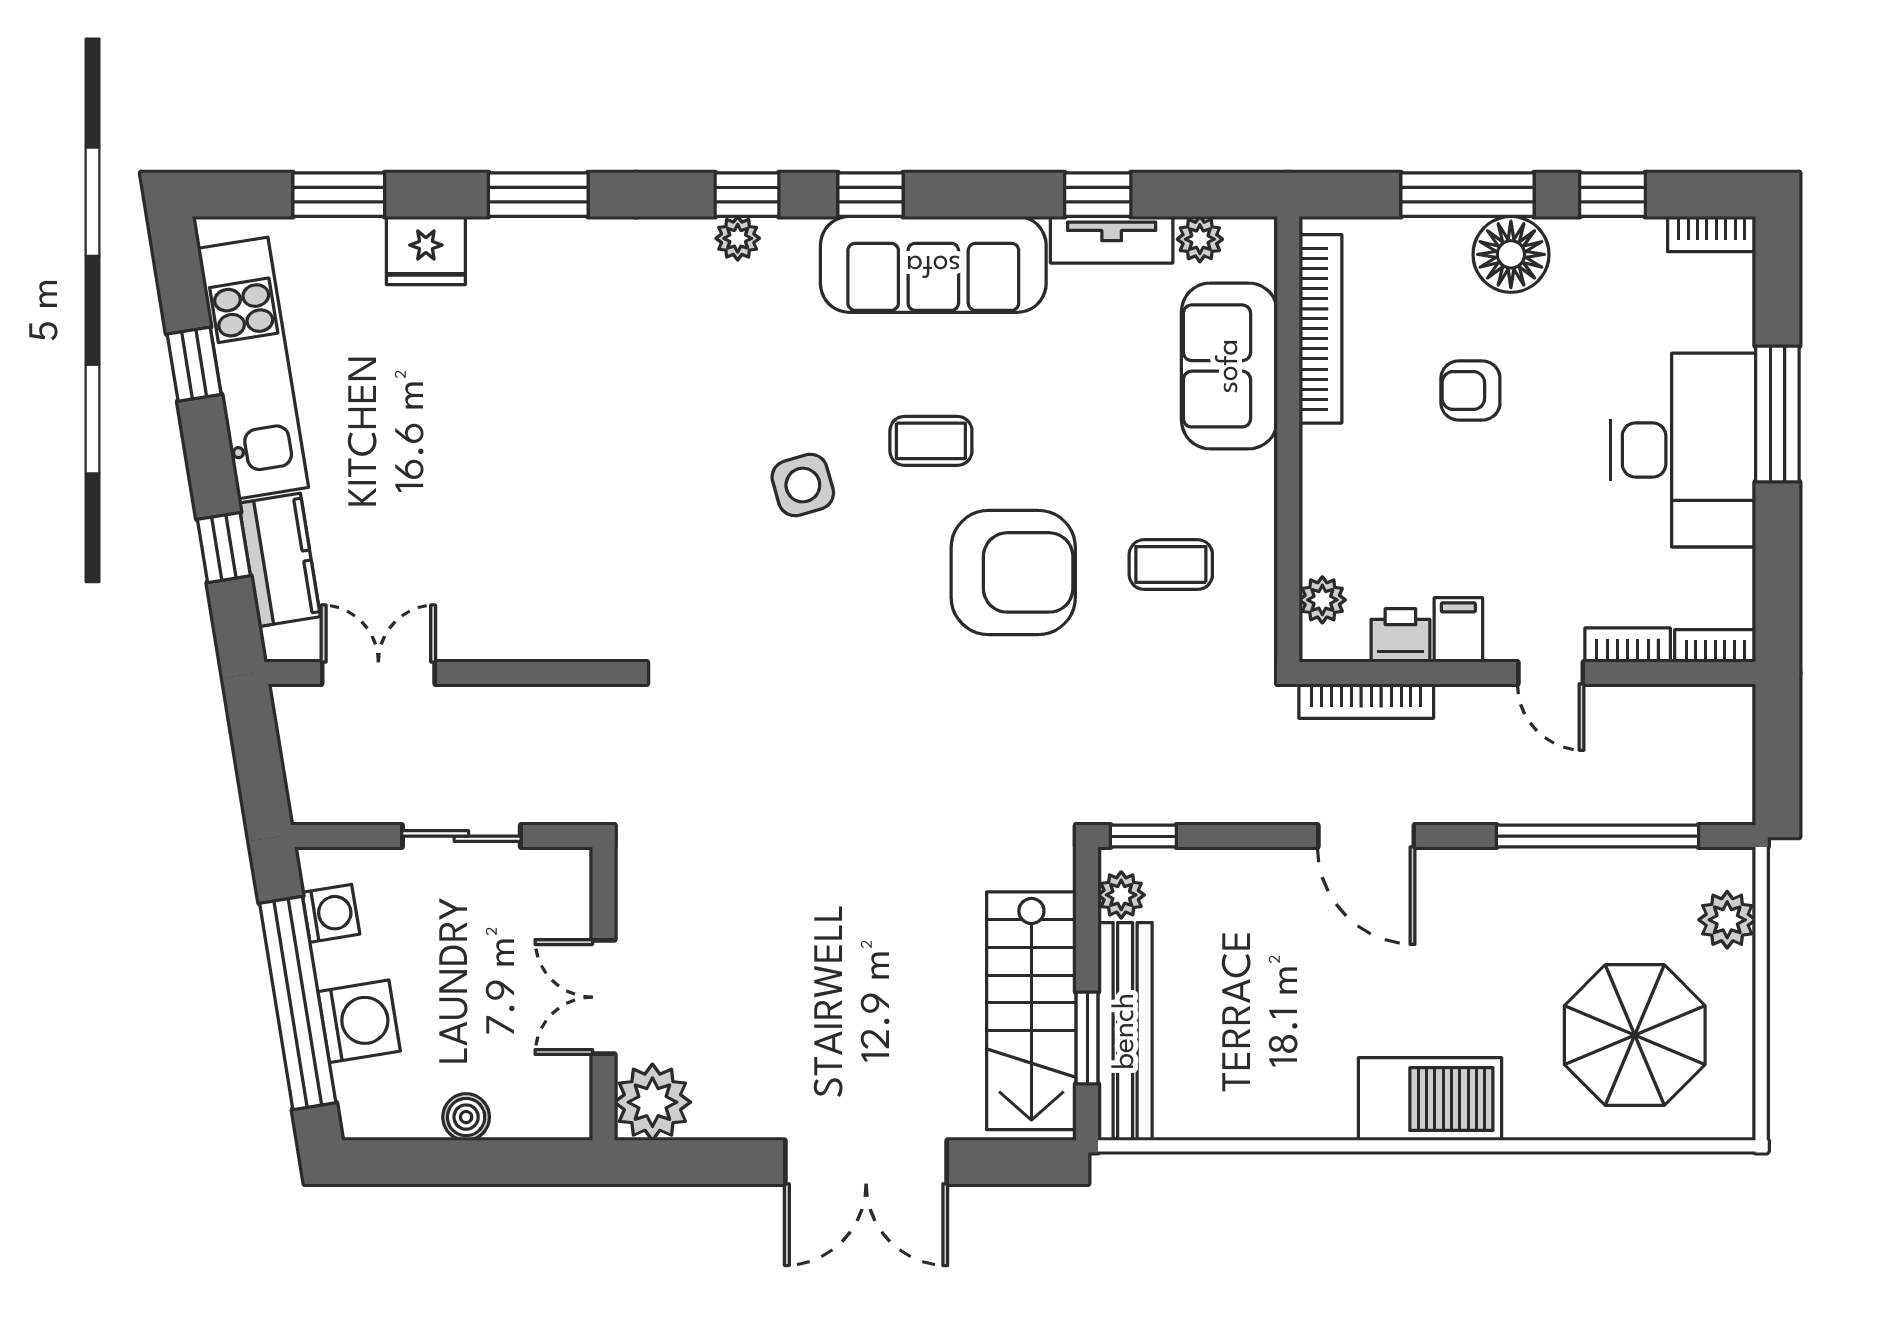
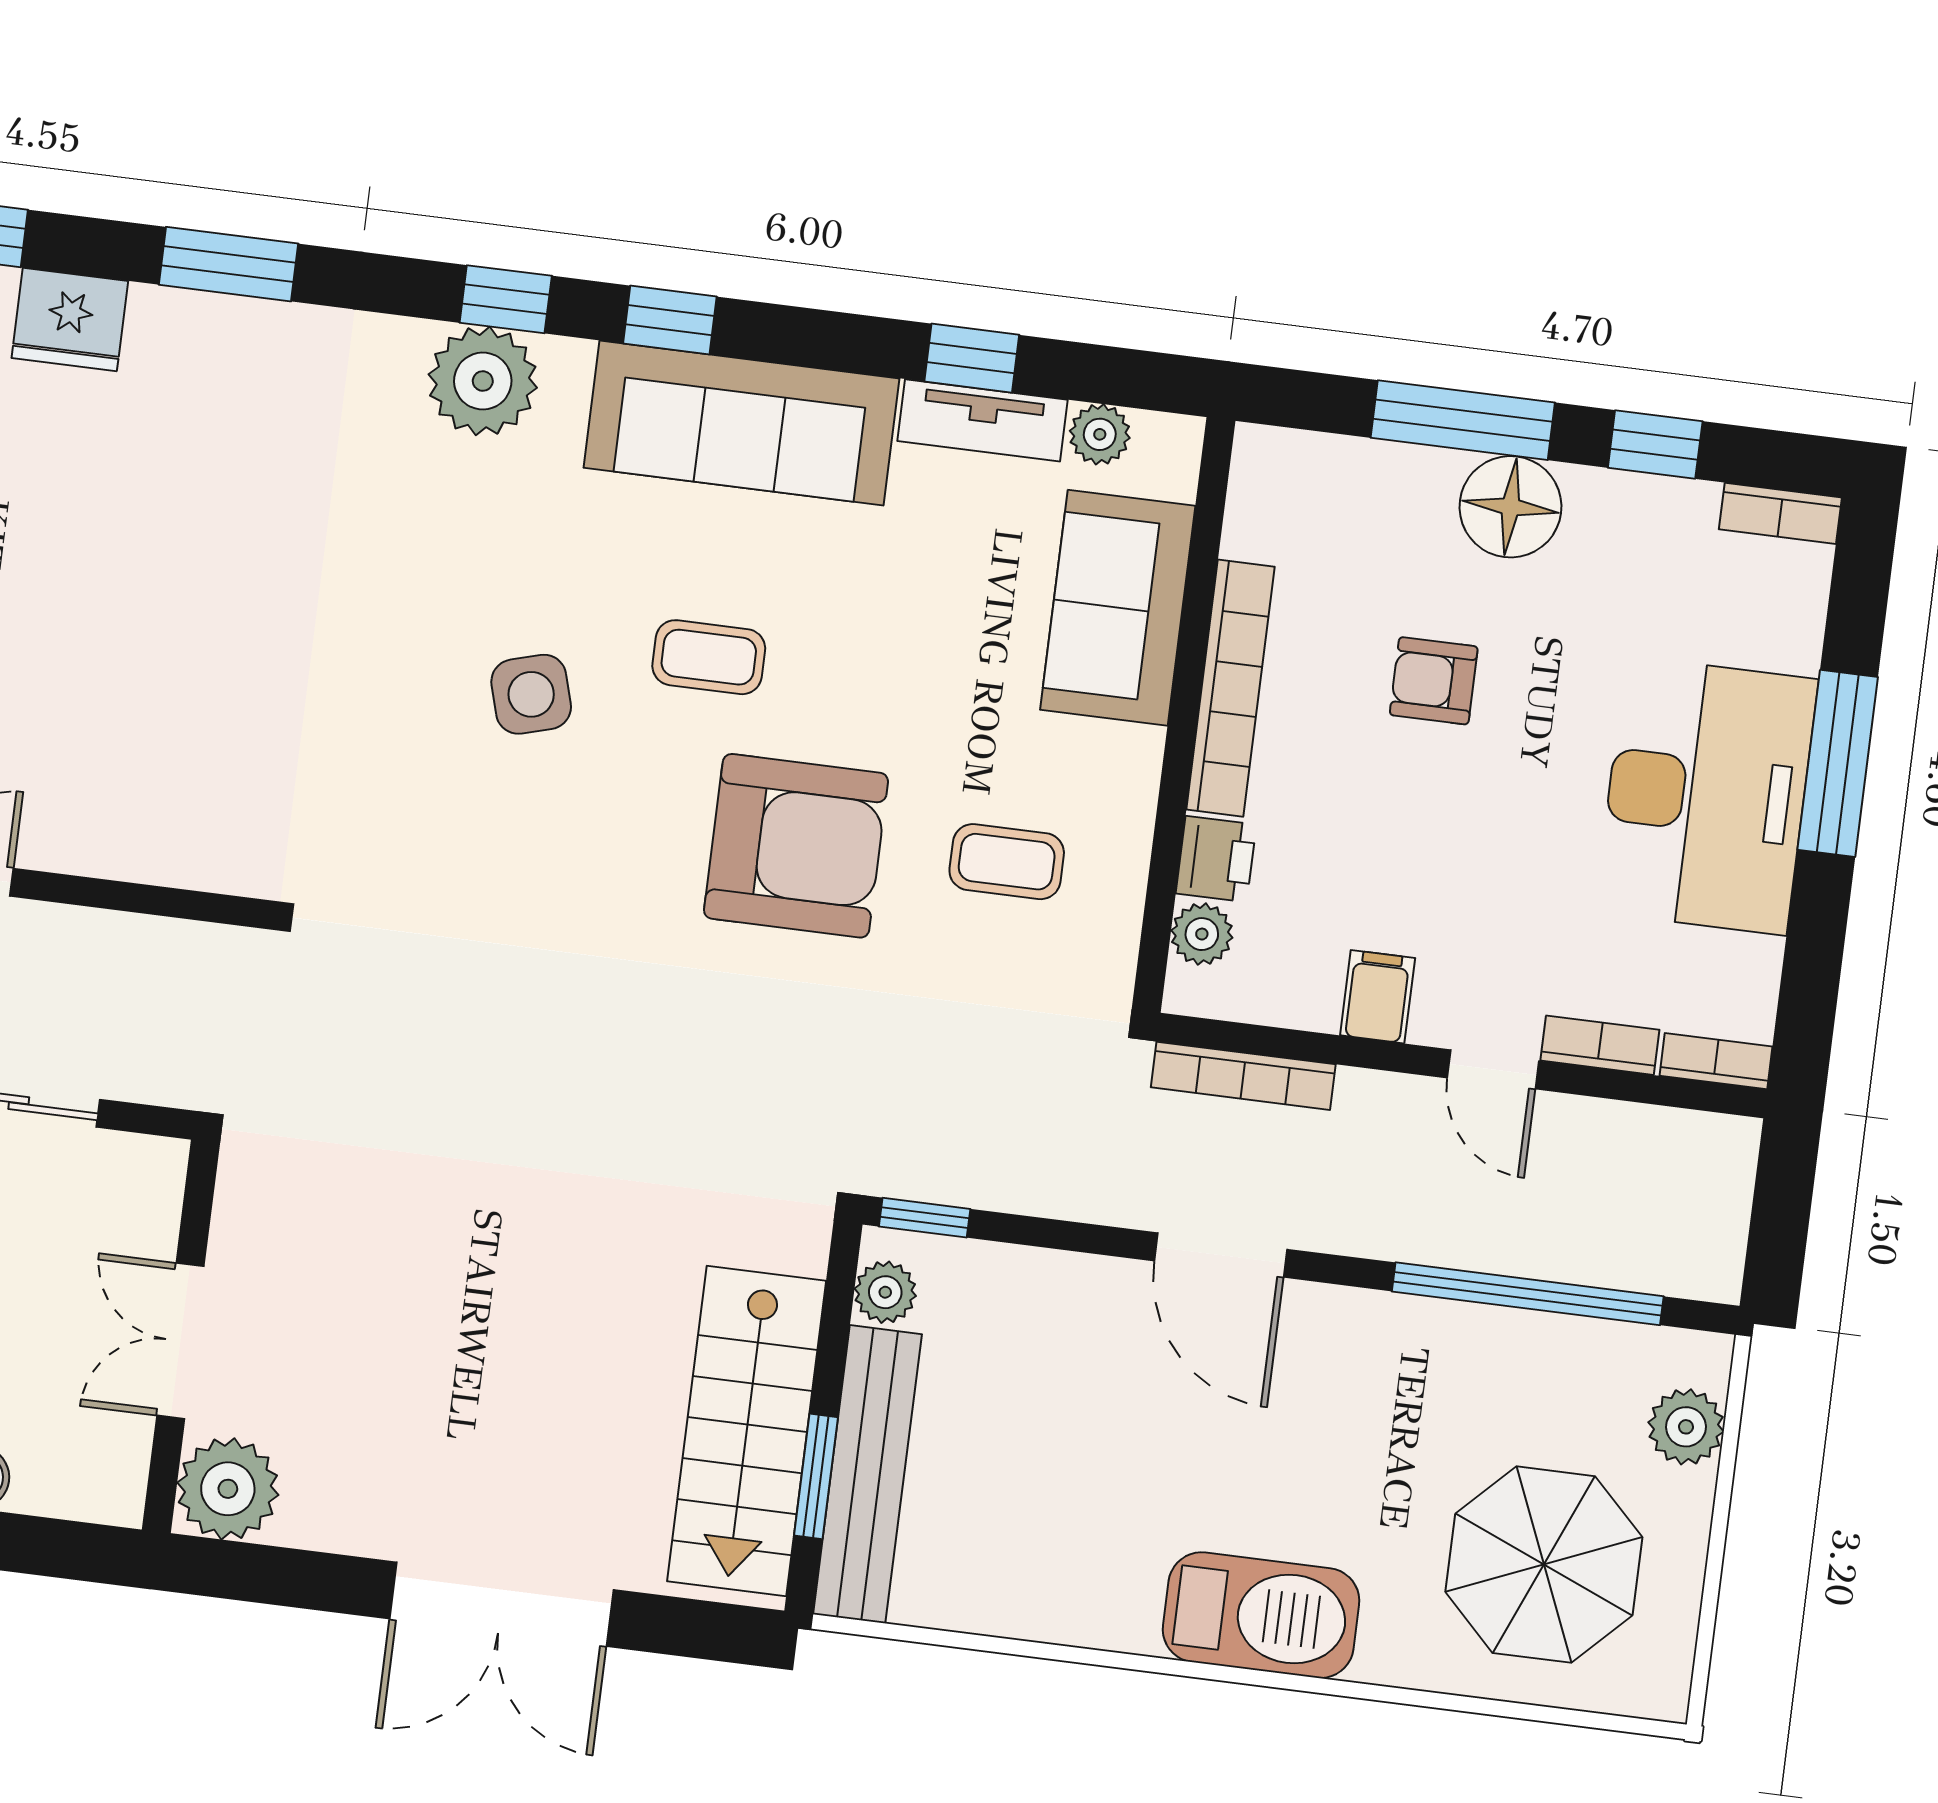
plant: (738, 238) -> (483, 381), width x1.87, depth x1.87
bookcase: (1320, 329) -> (1230, 688), moved
printer: (1400, 635) -> (1216, 859), moved, turned 90

